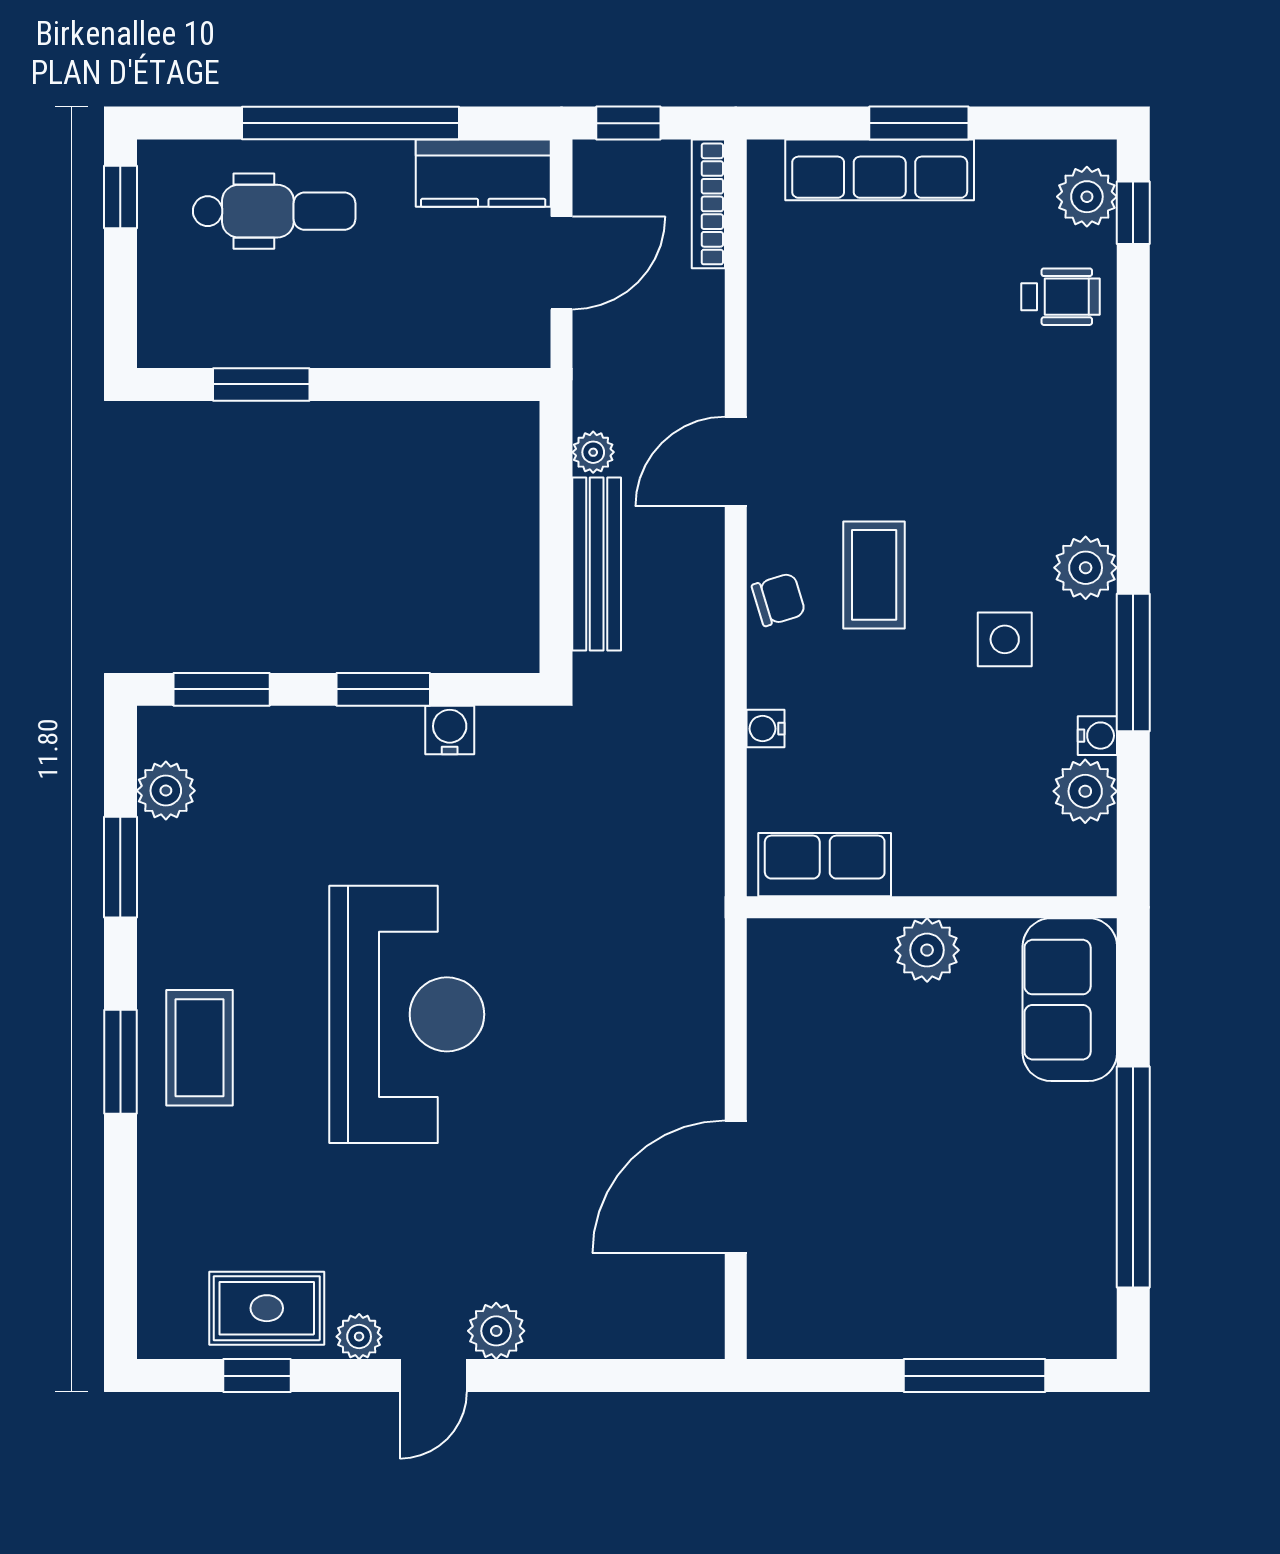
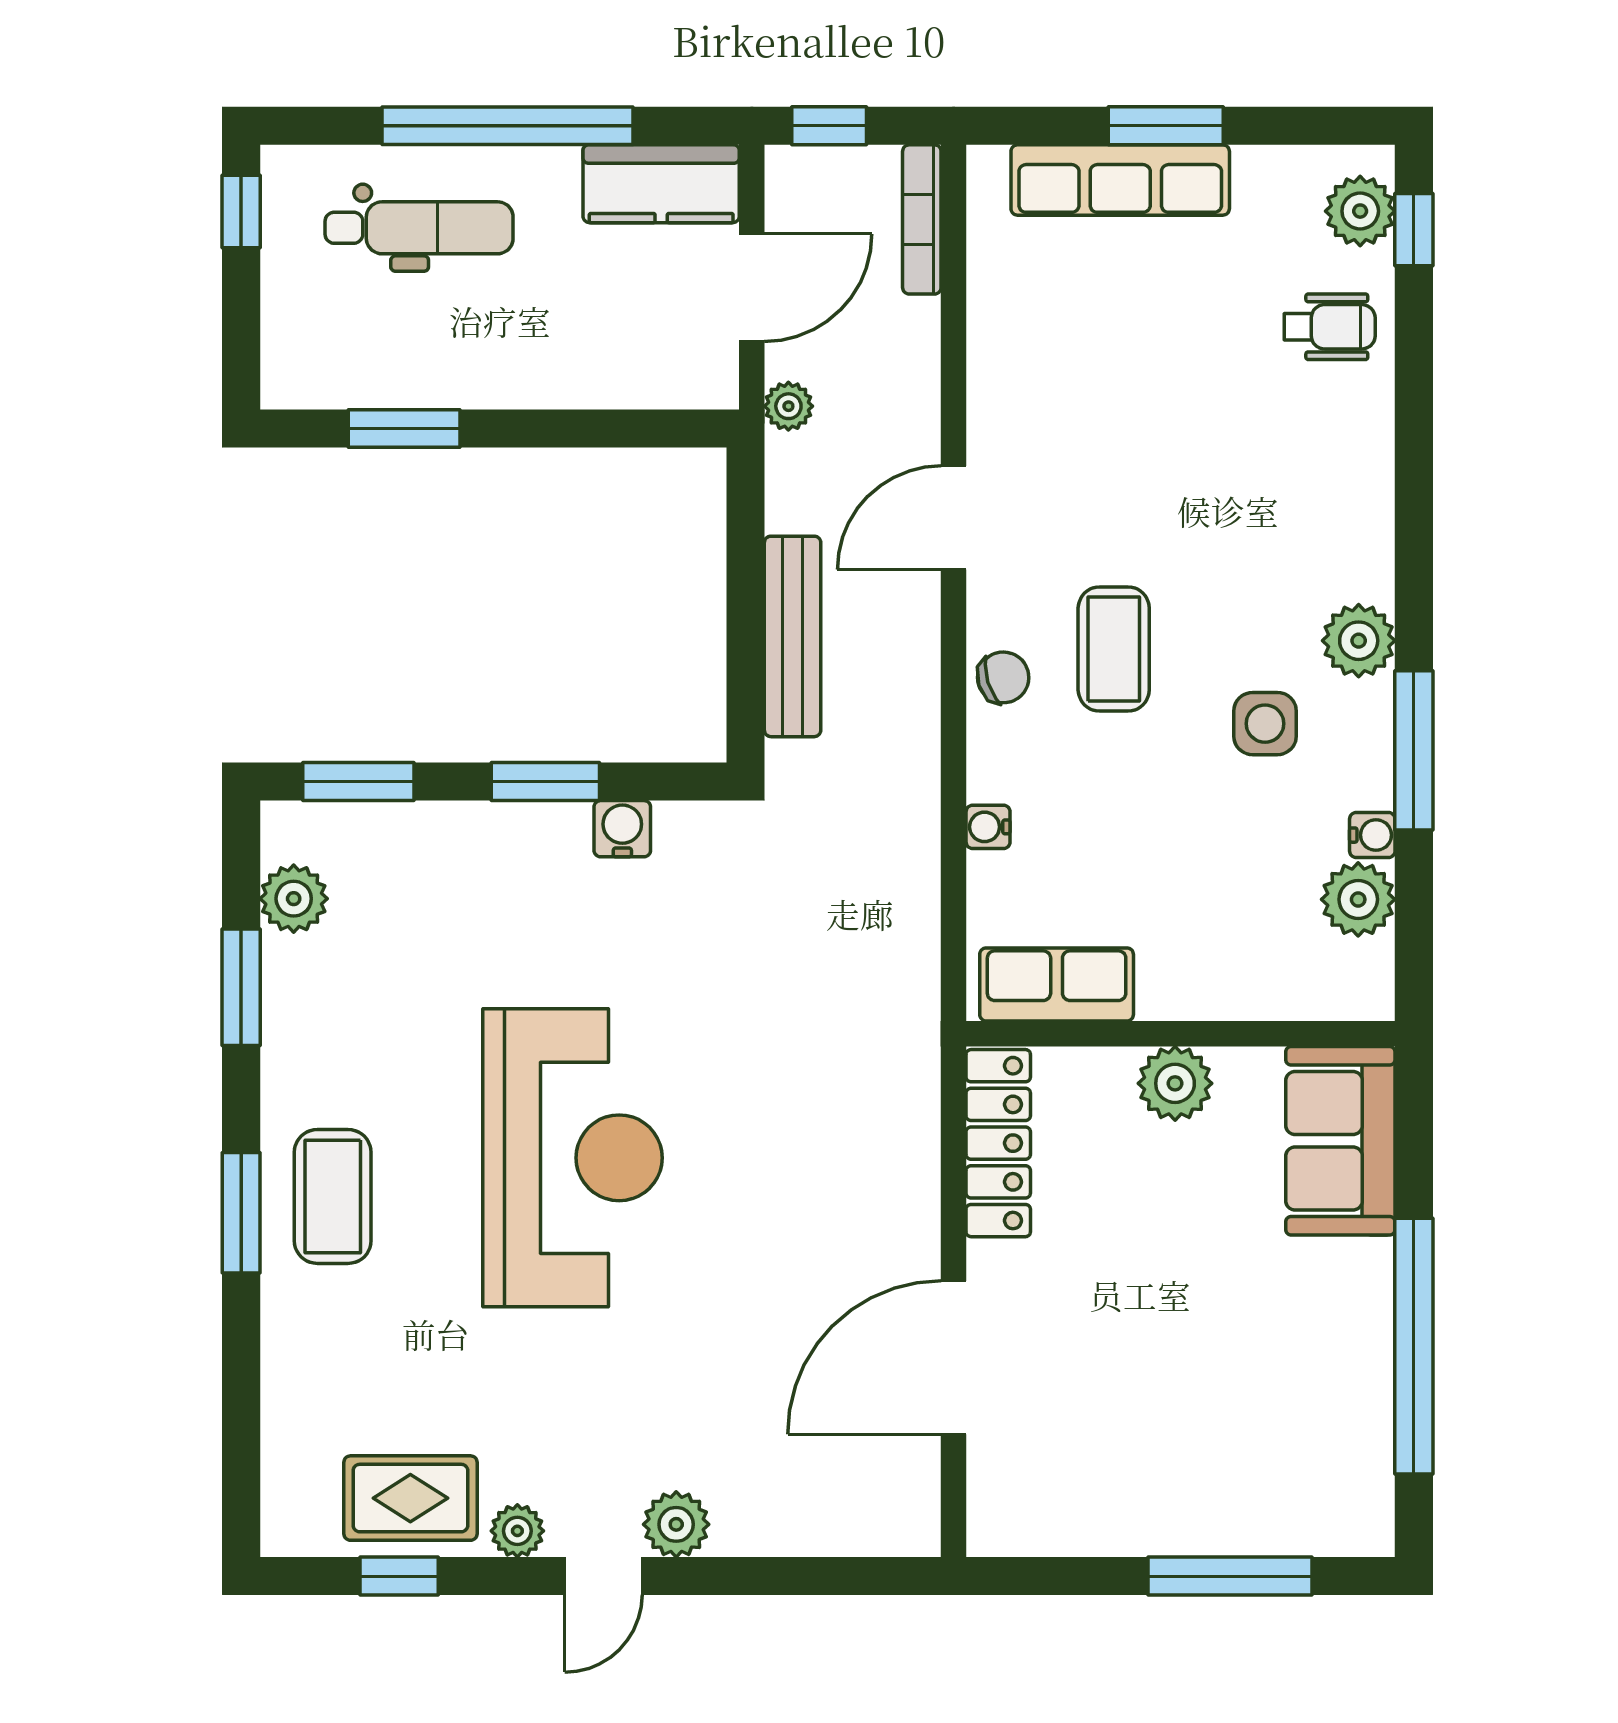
plant: (593, 452) -> (788, 406), moved
locker: (774, 1002) -> (998, 1143), added

